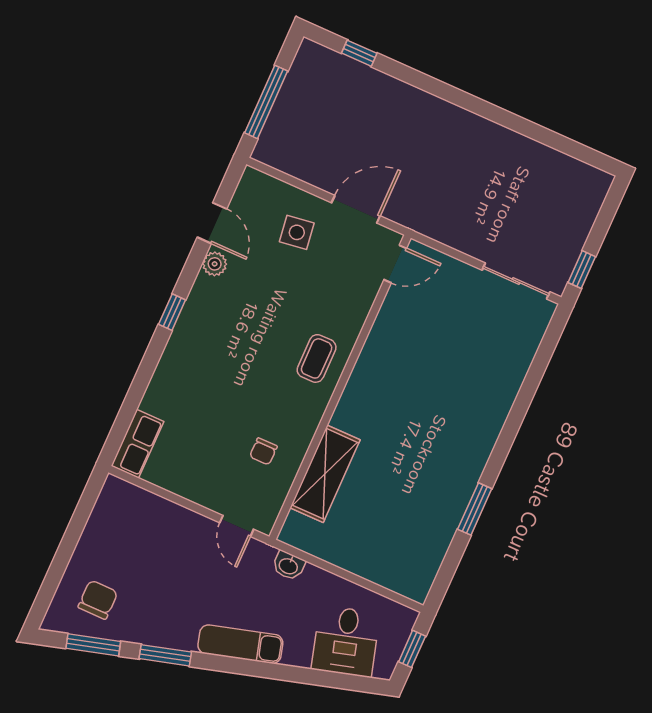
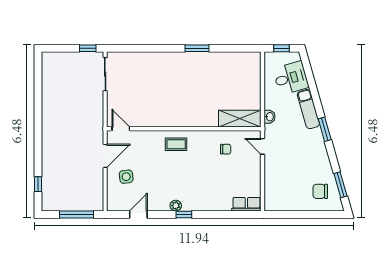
door: (356, 209) -> (105, 156), swing flipped
plant: (215, 264) -> (176, 206), moved
shelving: (325, 474) -> (240, 119), moved
window: (475, 509) -> (197, 48), moved
door: (237, 526) -> (263, 146), swing flipped
exam couch: (240, 644) -> (308, 109), moved
window: (165, 655) -> (325, 129), moved

